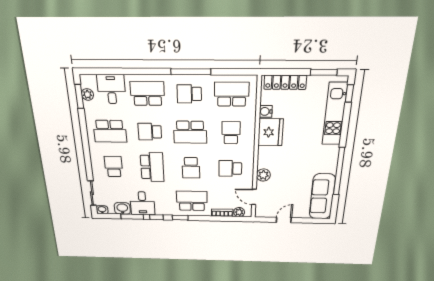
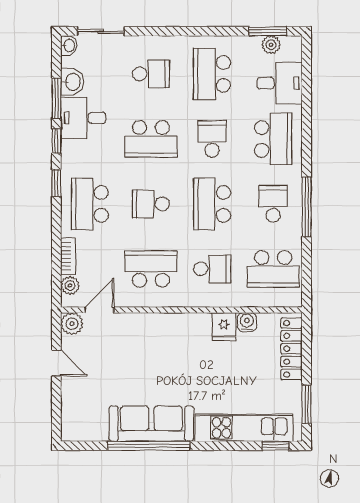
school desk: (232, 94) -> (273, 269), turned 90
fridge: (271, 132) -> (224, 327), width x0.53, depth x0.75
school desk: (230, 168) -> (151, 269), width x1.85
plant: (263, 175) -> (72, 324), moved
sofa: (322, 197) -> (151, 424), moved
school desk: (192, 201) -> (90, 204), turned 180

